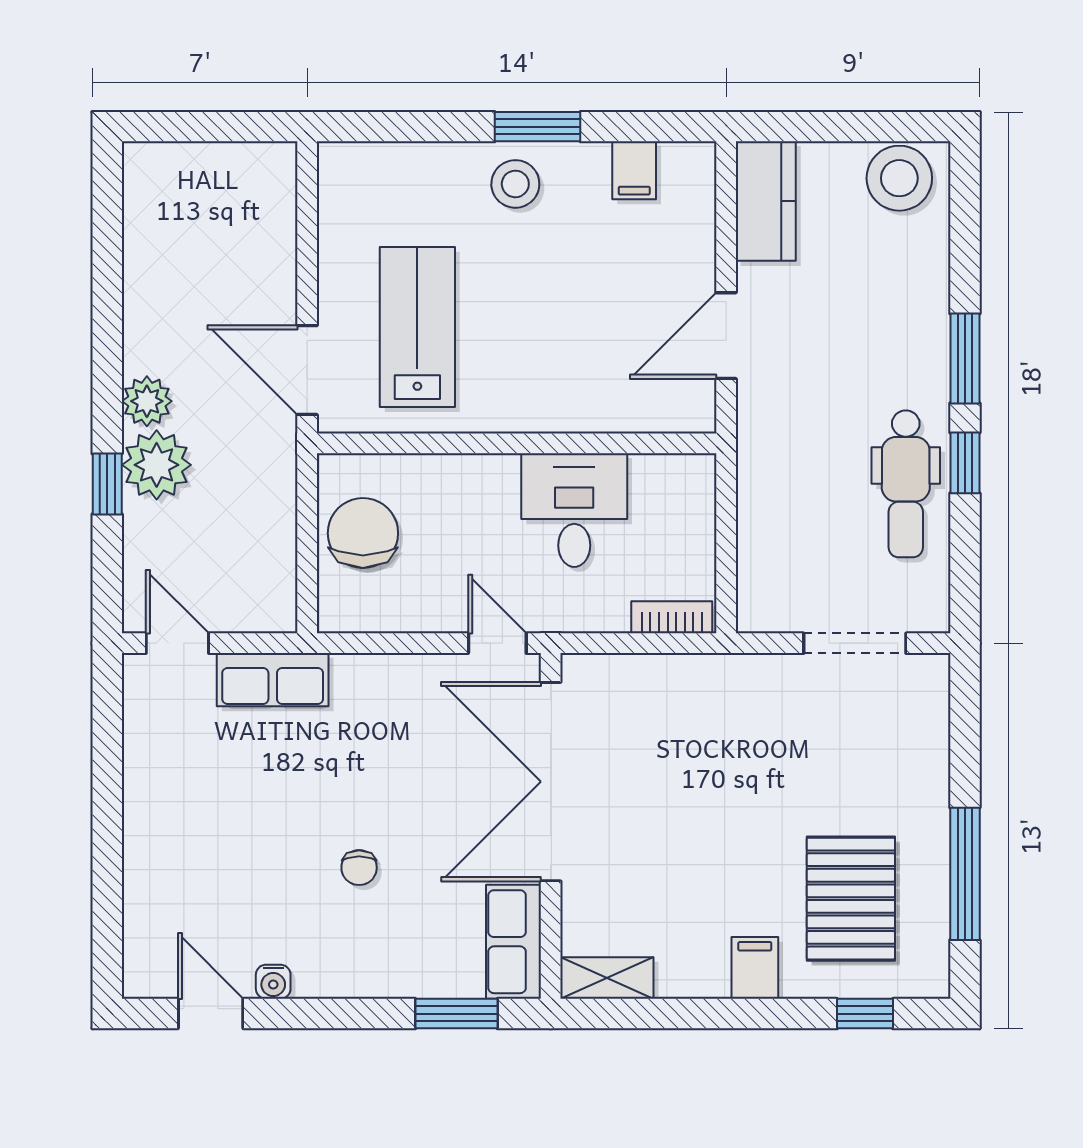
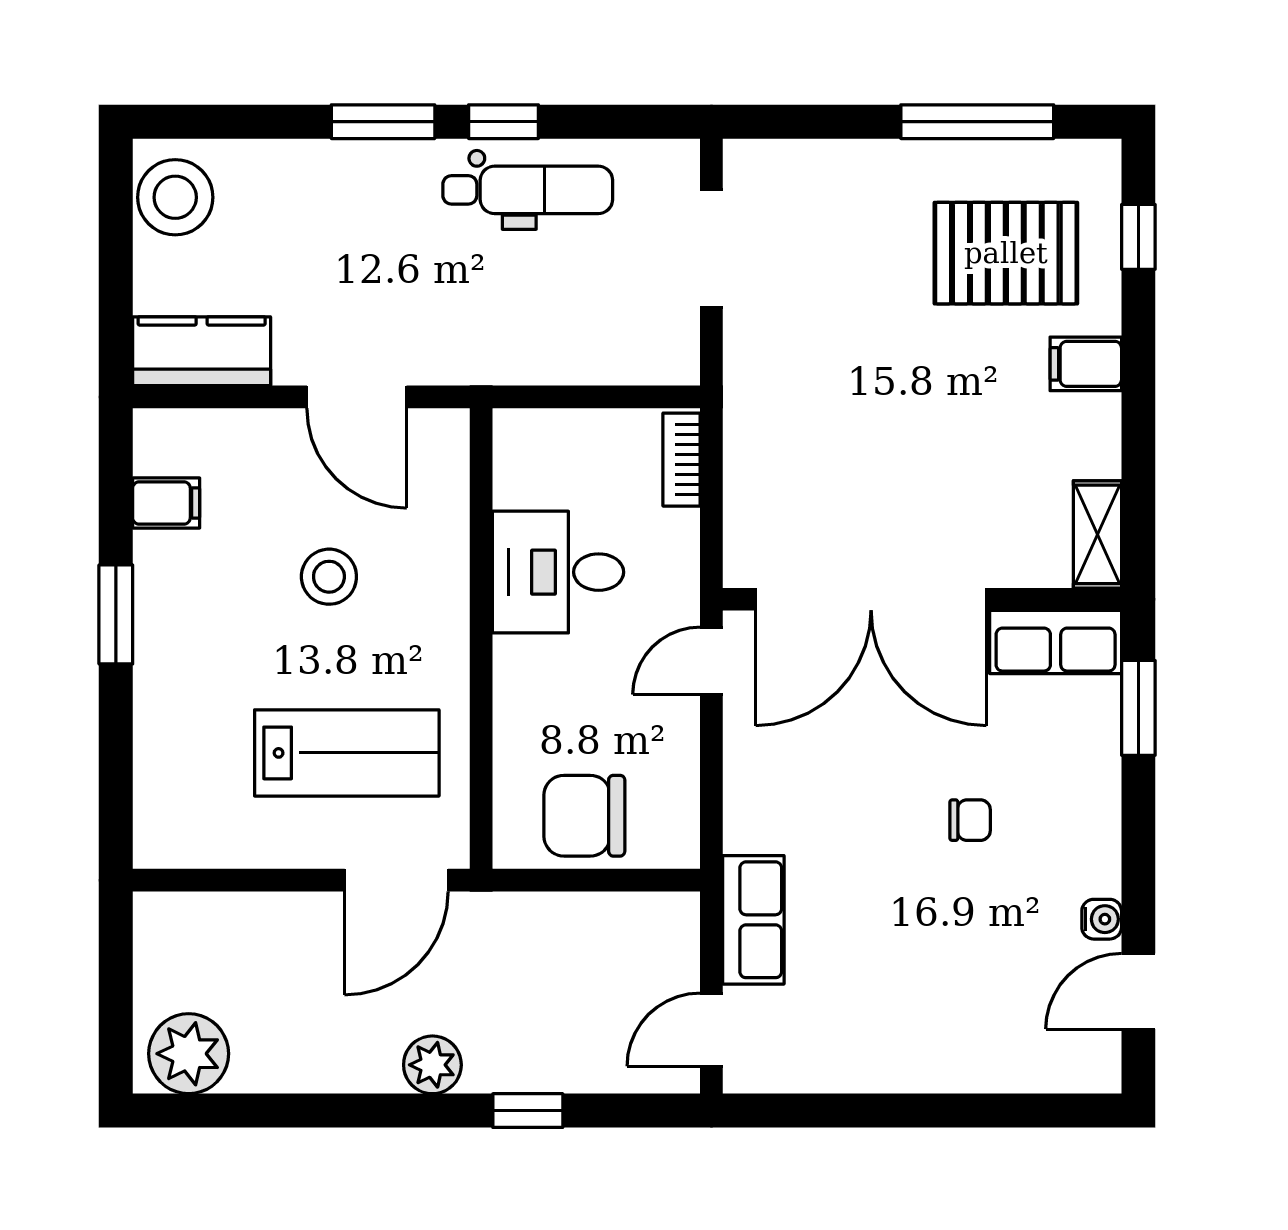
stool: (515, 184) -> (329, 577), moved
lab bench: (417, 327) -> (347, 753), turned 180
plant: (157, 465) -> (189, 1054), moved

